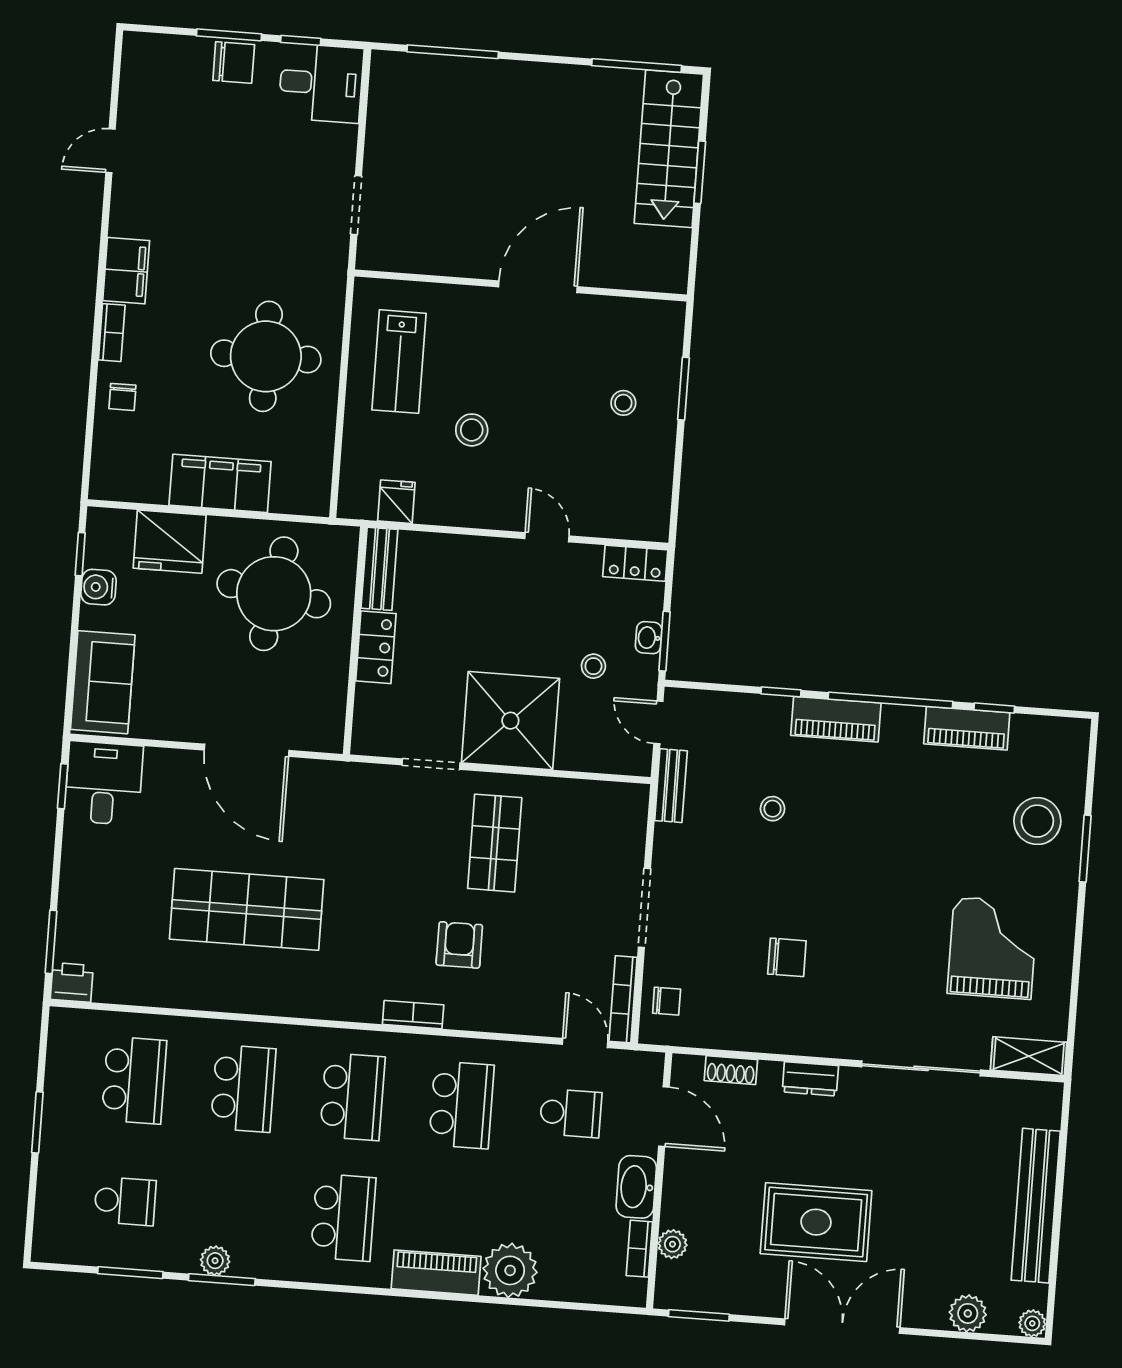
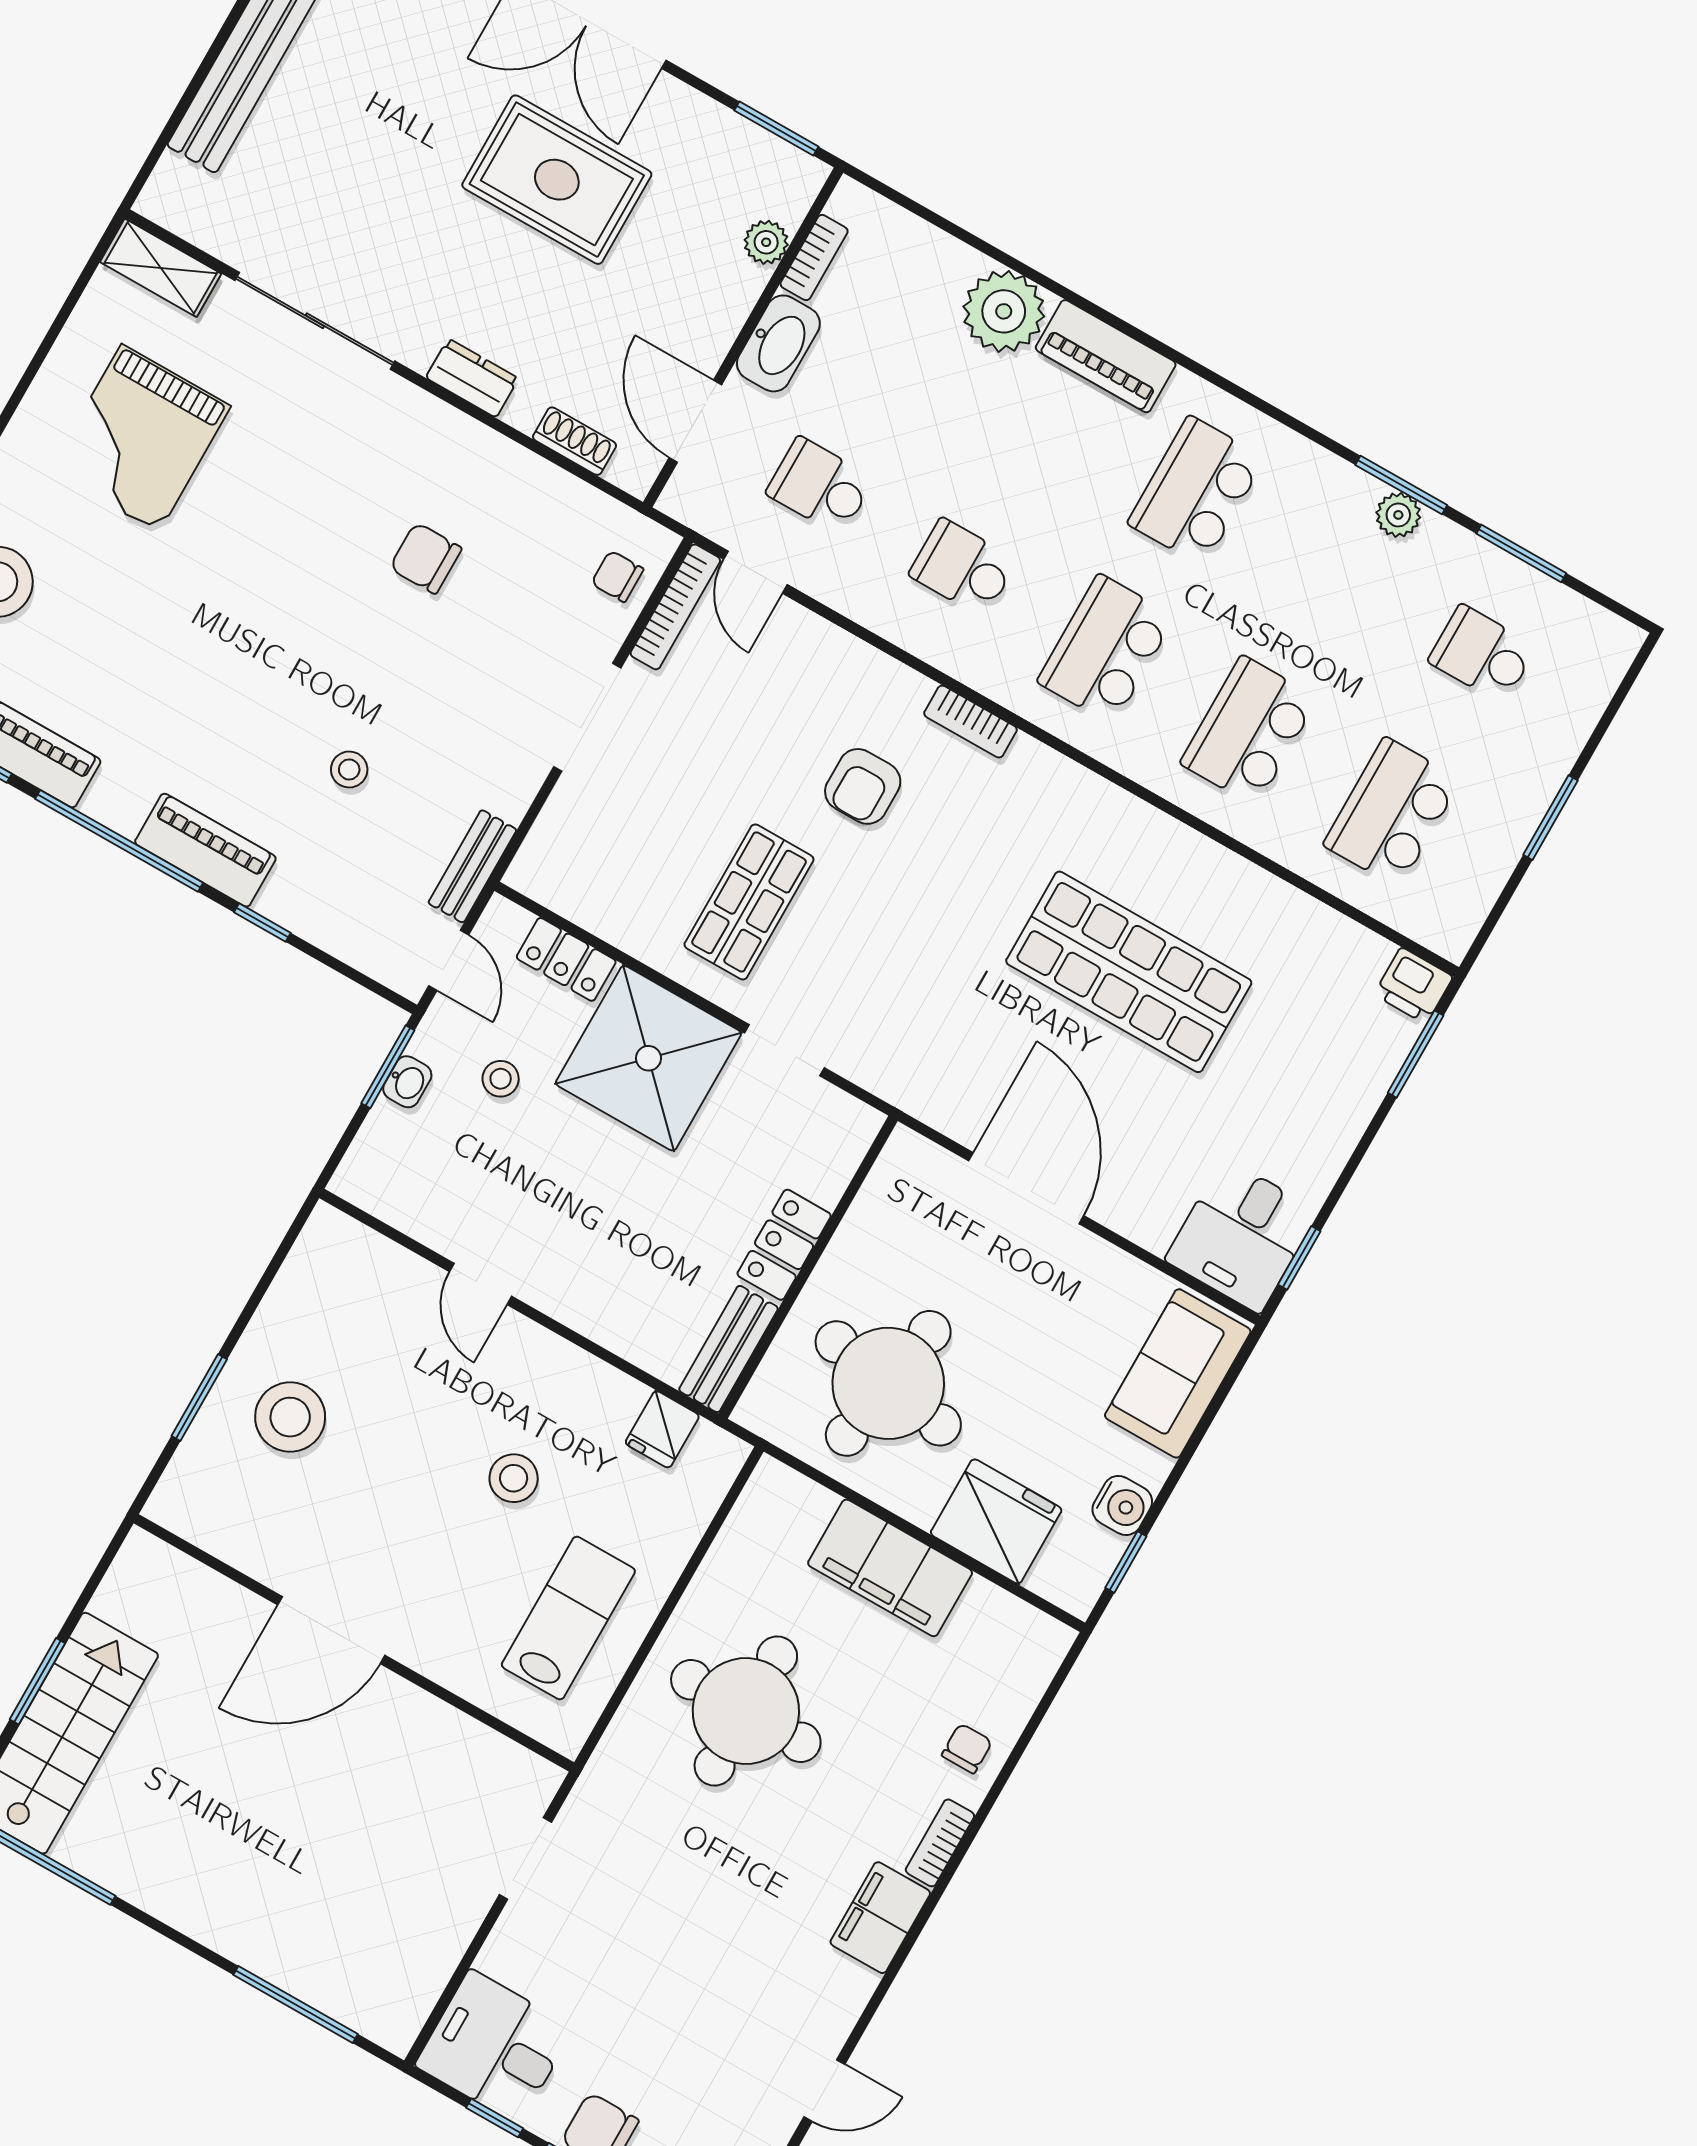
stool: (623, 403) -> (290, 1417), width x1.89, depth x1.89
locker: (635, 563) -> (566, 959), moved, turned 180
school desk: (462, 1105) -> (963, 568), width x0.54

